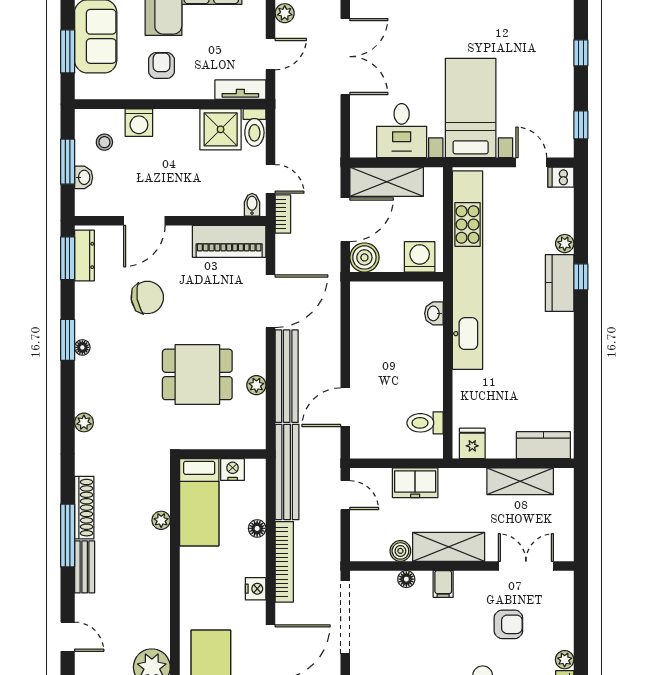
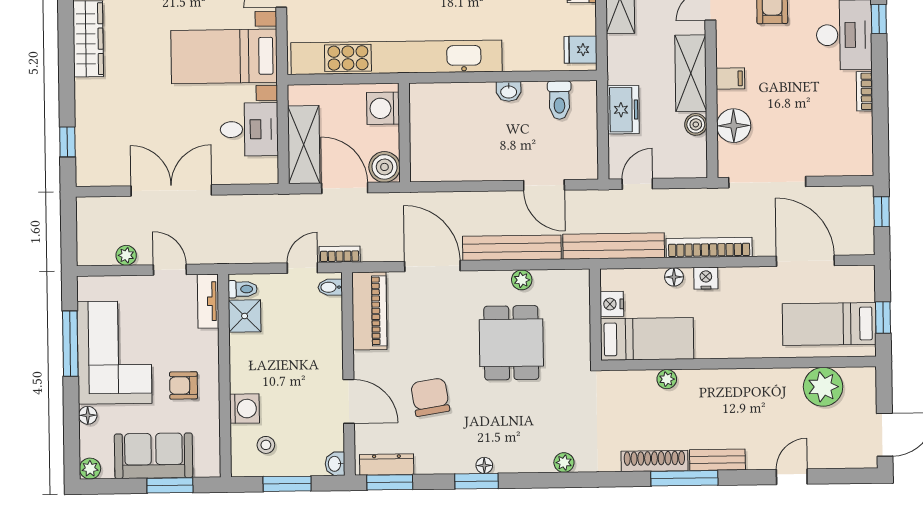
toilet: (254, 128) -> (243, 289), width x0.73, depth x0.72
shower: (221, 129) -> (245, 316), width x0.73, depth x0.73
washbasin: (84, 177) -> (335, 464), moved, turned -90
washbasin: (434, 313) -> (509, 91), moved
floor lamp: (406, 579) -> (734, 126), width x1.89, depth x1.89
nightstand: (256, 589) -> (706, 278), moved

